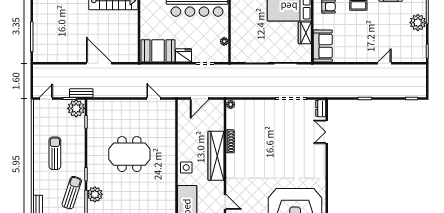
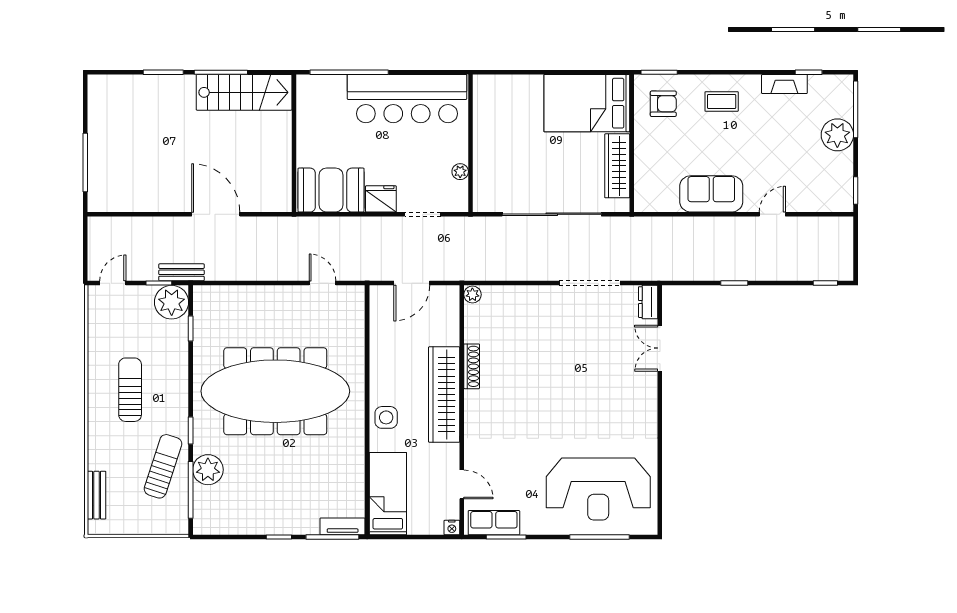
wardrobe: (305, 33) -> (617, 166), width x1.50
sofa: (323, 46) -> (711, 194), moved, turned -90
meeting table: (129, 154) -> (275, 391), width x1.86, depth x1.27

